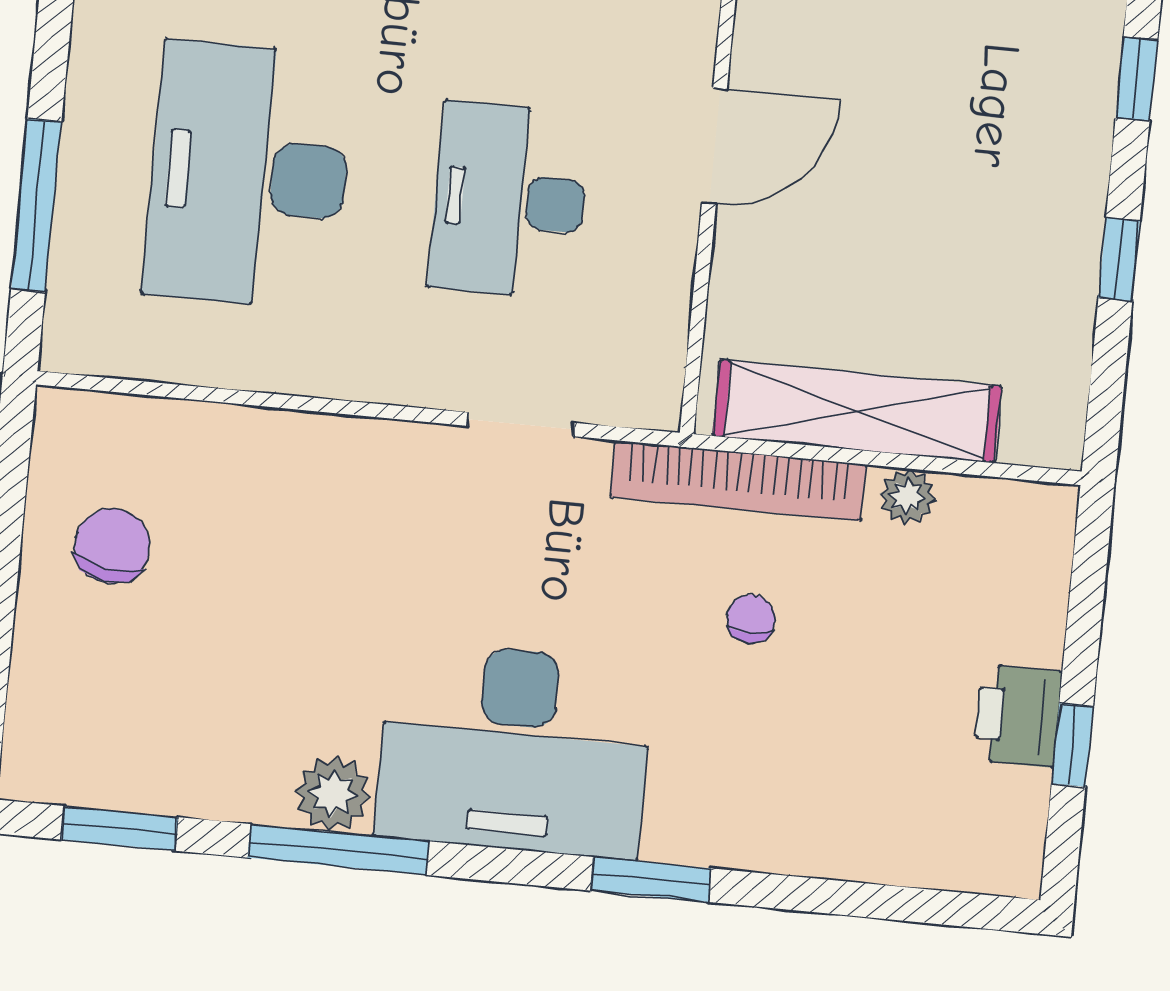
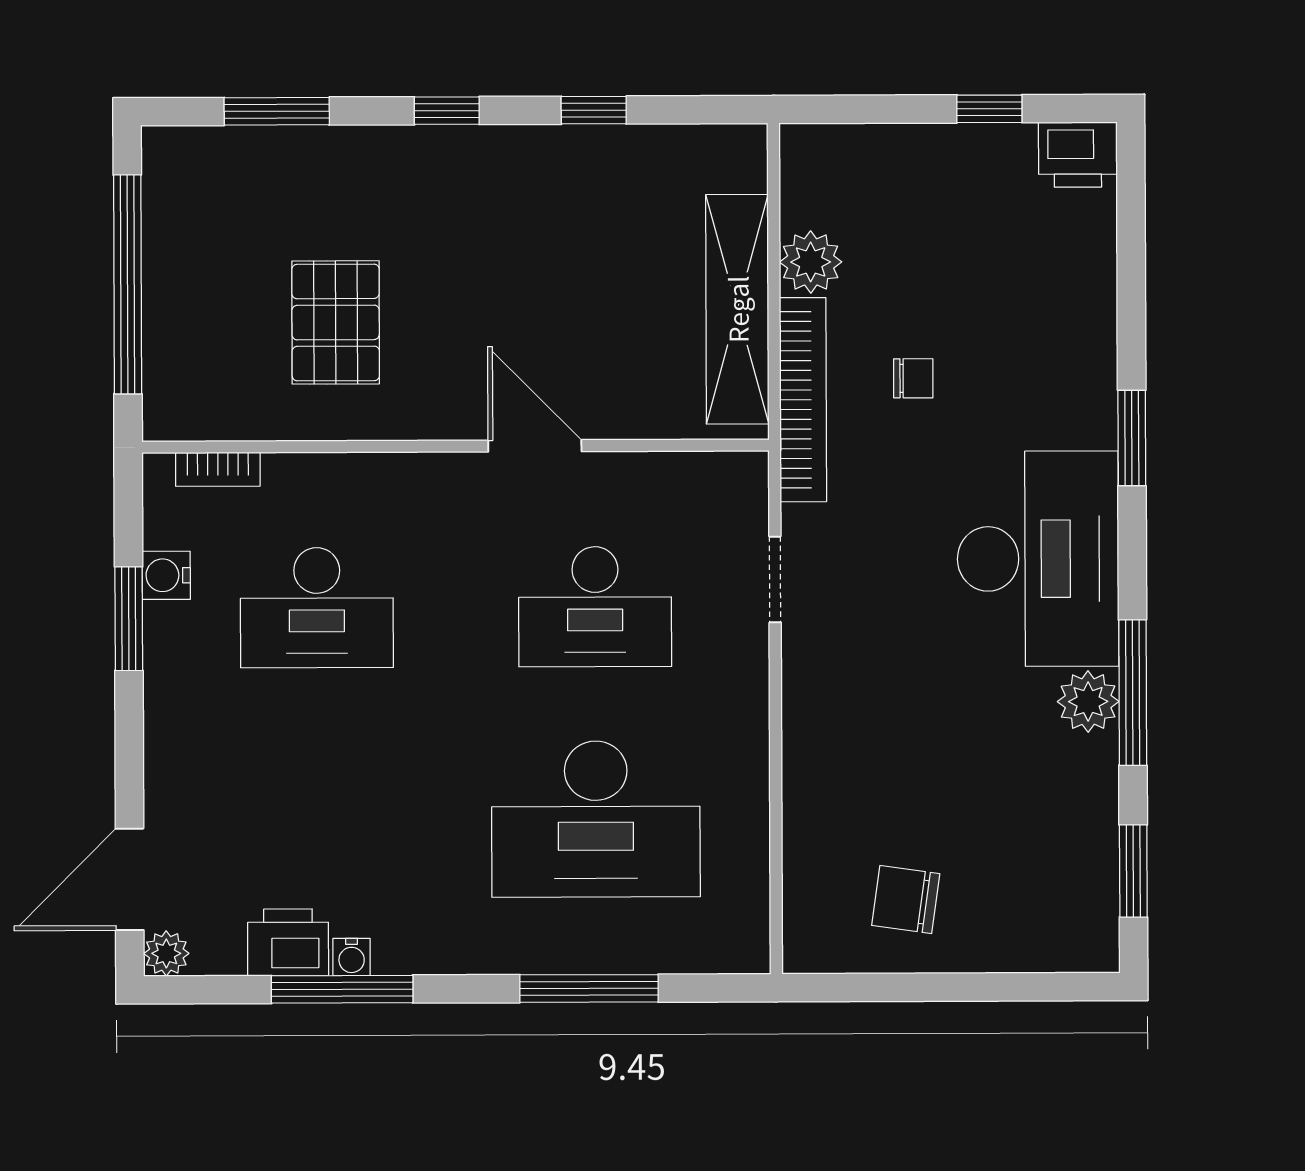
window: (36, 205) -> (589, 988), moved
plant: (907, 497) -> (811, 262), width x1.38, depth x1.38
chair: (751, 619) -> (913, 378), turned 180
printer: (1018, 716) -> (1078, 155), moved

